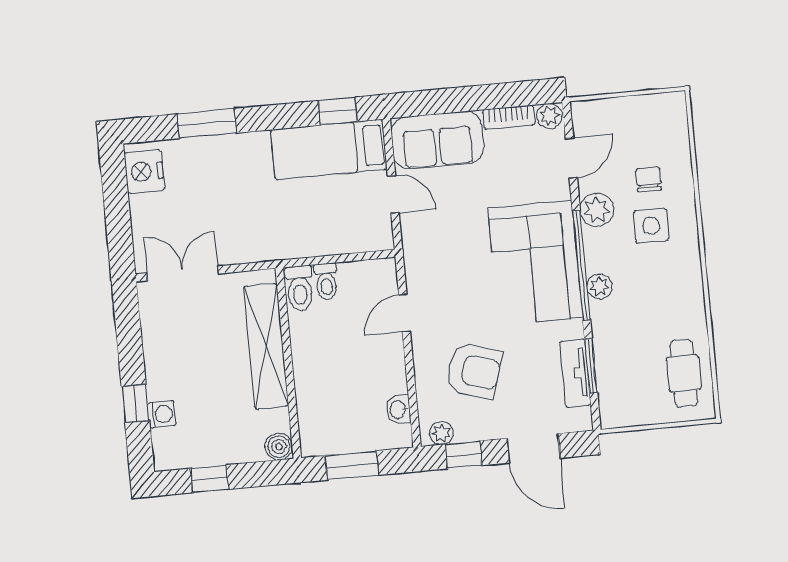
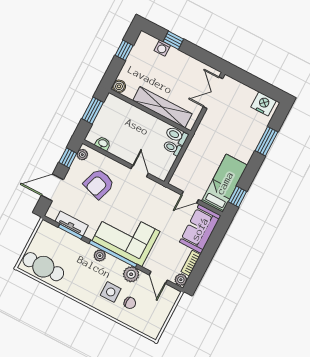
double door: (182, 273) -> (213, 93), swing flipped
cafe table: (684, 373) -> (43, 267), width x1.37, depth x1.35

